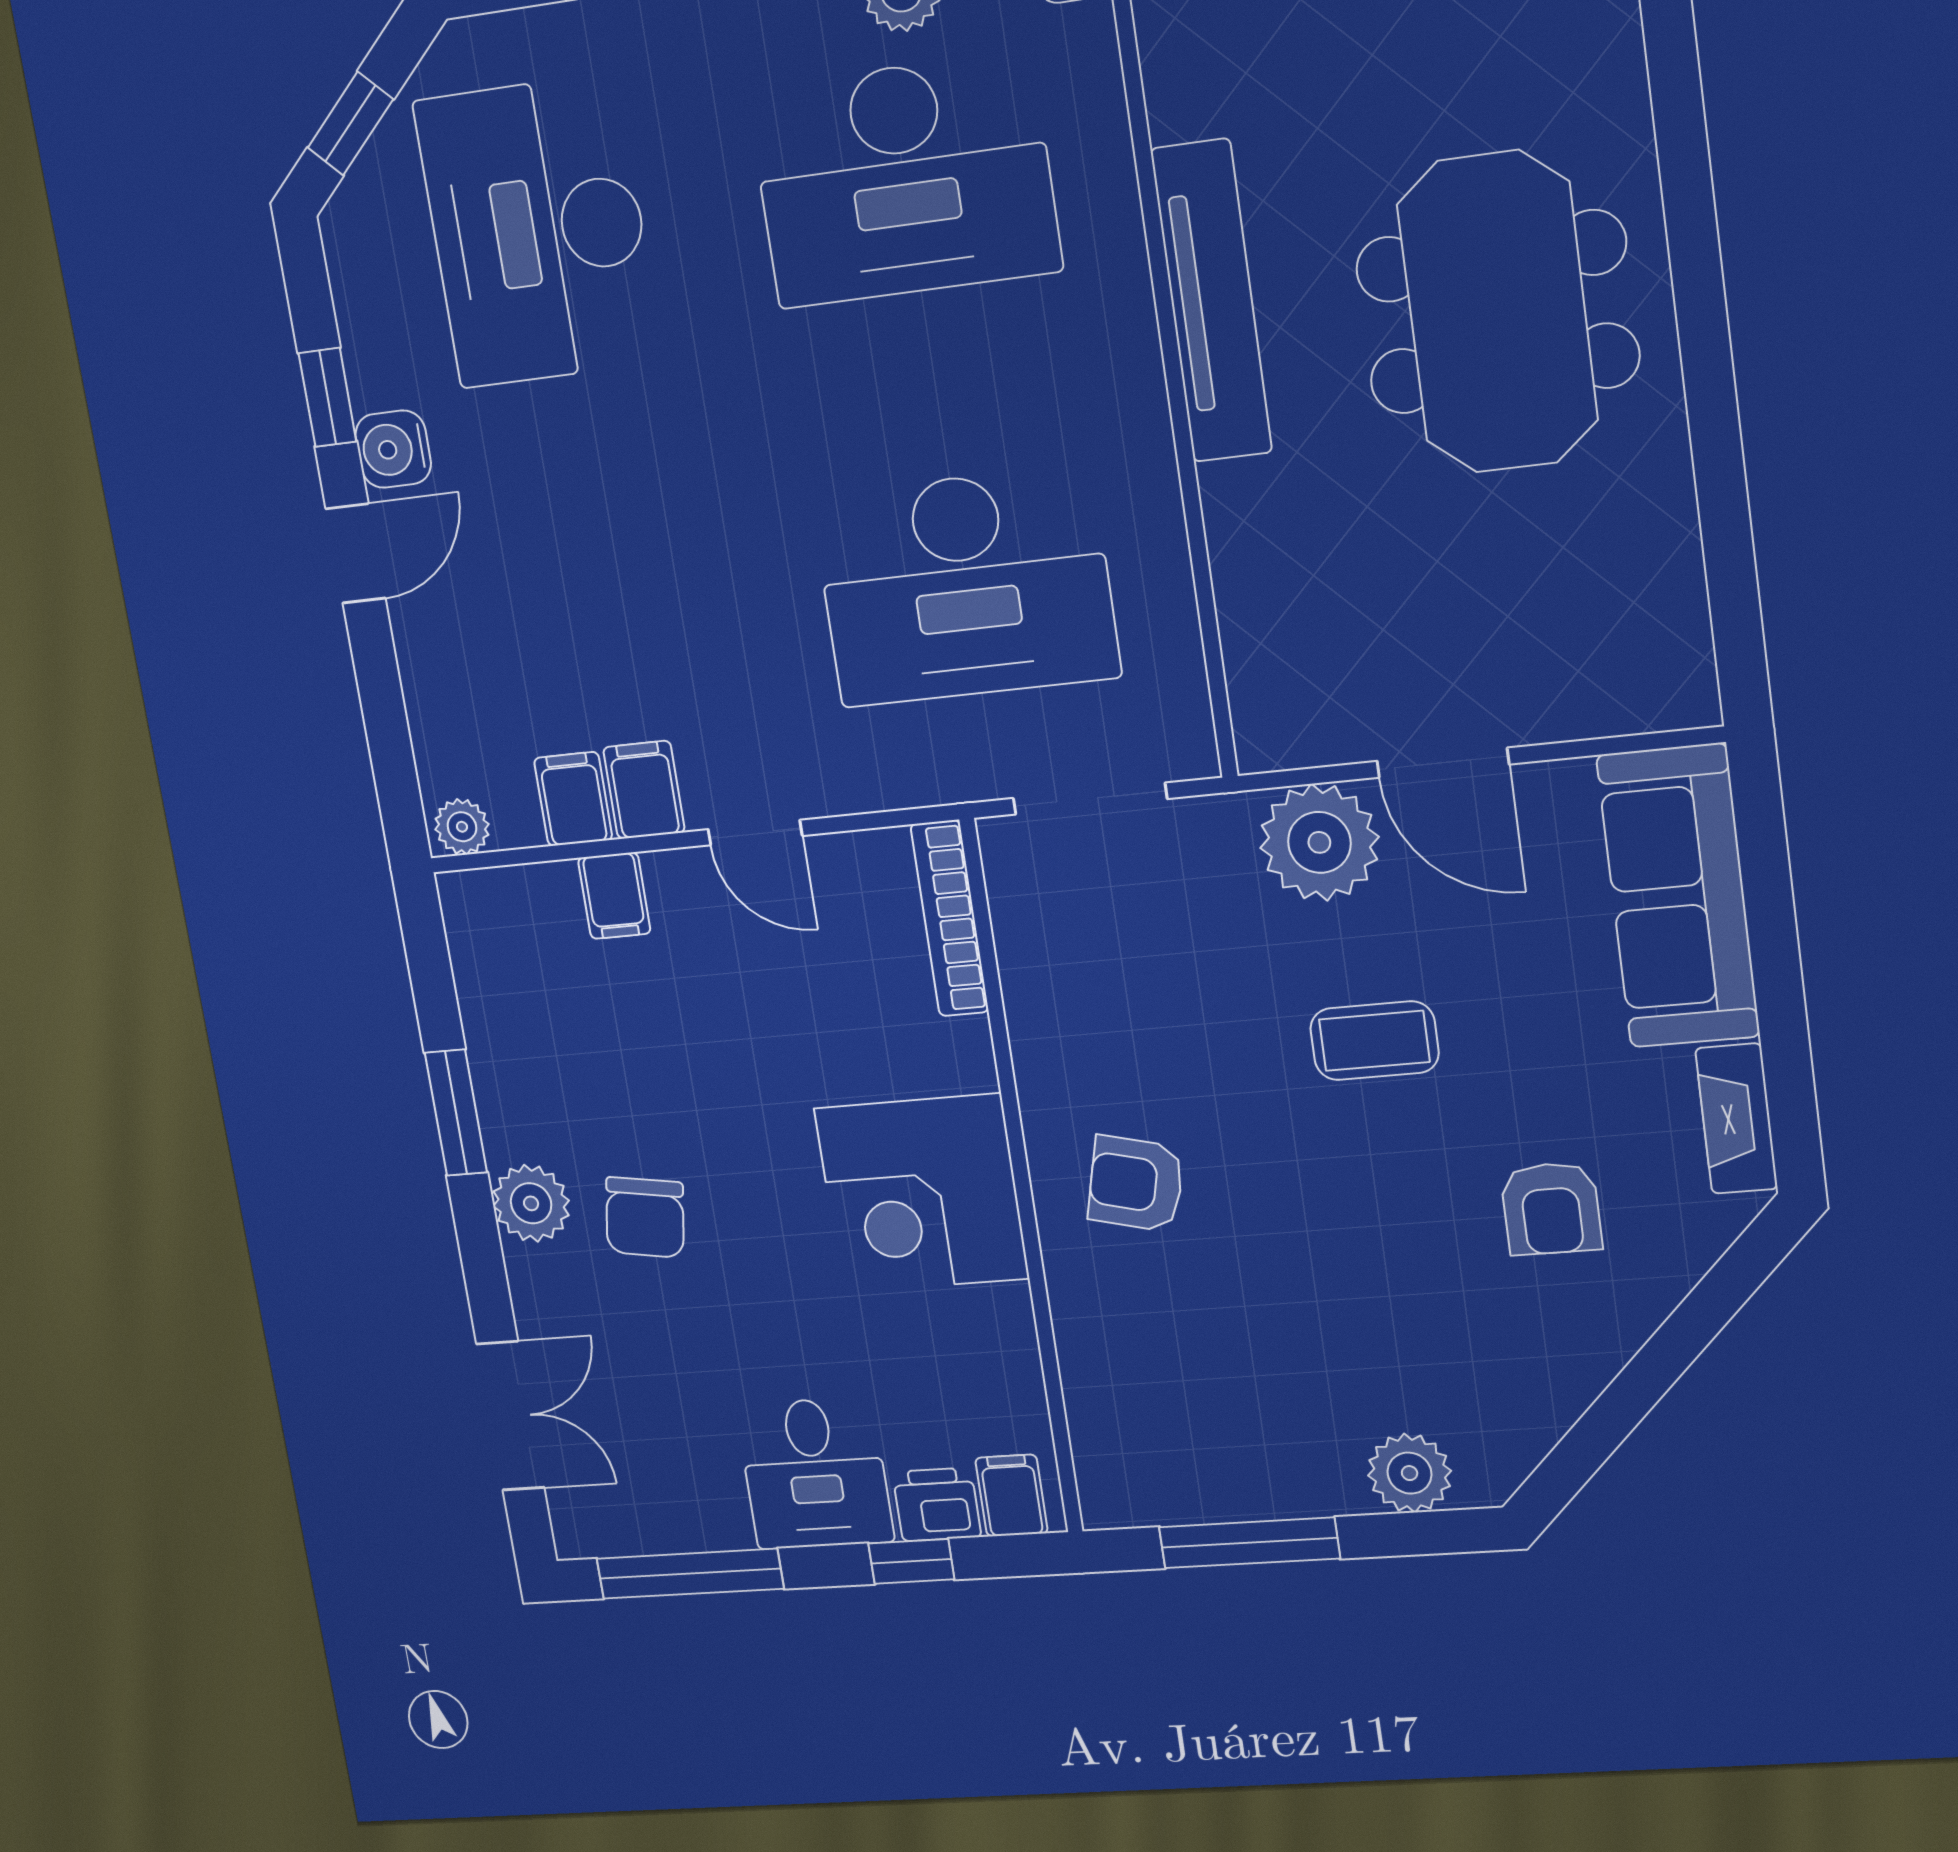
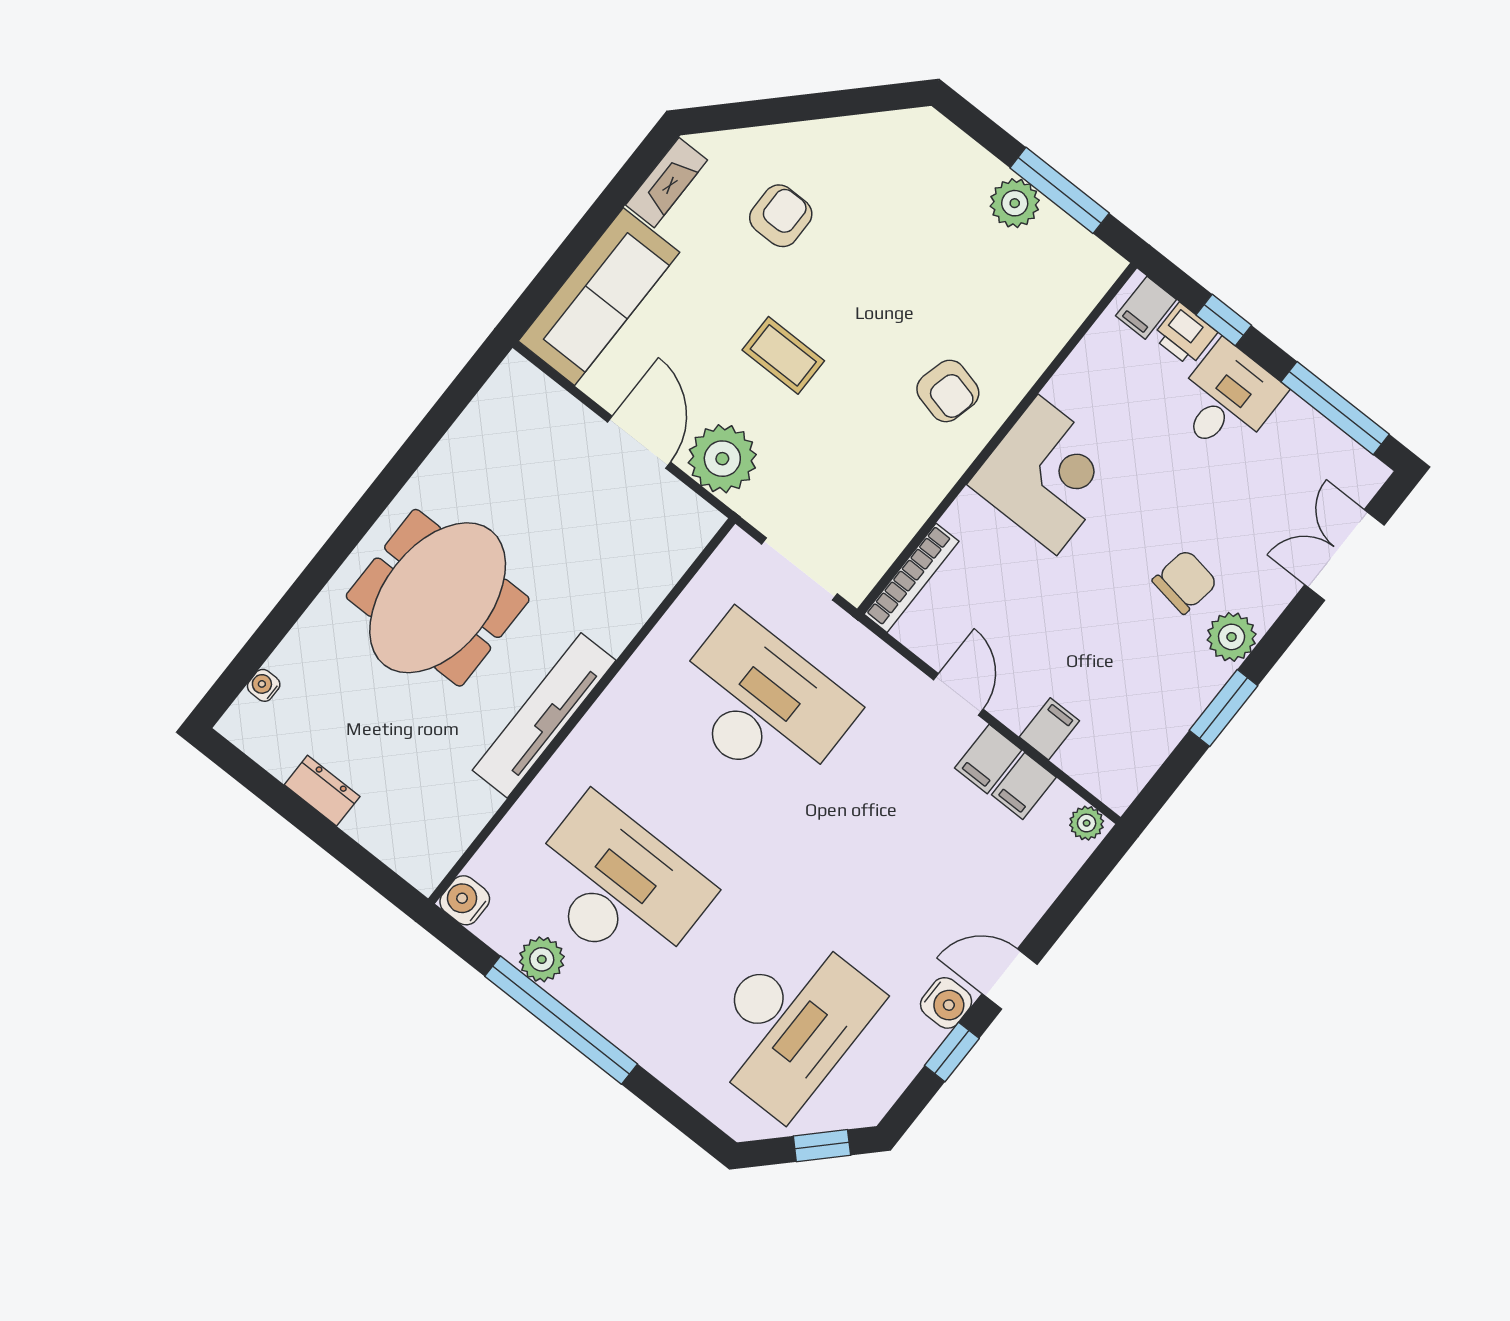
plant: (1410, 1473) -> (1015, 203), moved

